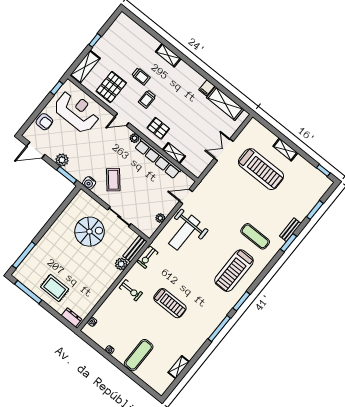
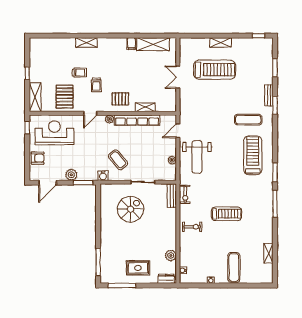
plant: (121, 264) -> (171, 255), moved
treadmill: (234, 271) -> (253, 155), turned 180

